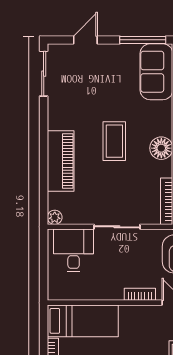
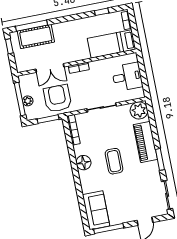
window: (44, 130) -> (160, 159), added
plant: (55, 217) -> (139, 110), width x1.88, depth x1.88
desk: (74, 250) -> (127, 77), moved, turned -90

